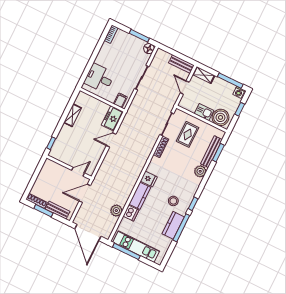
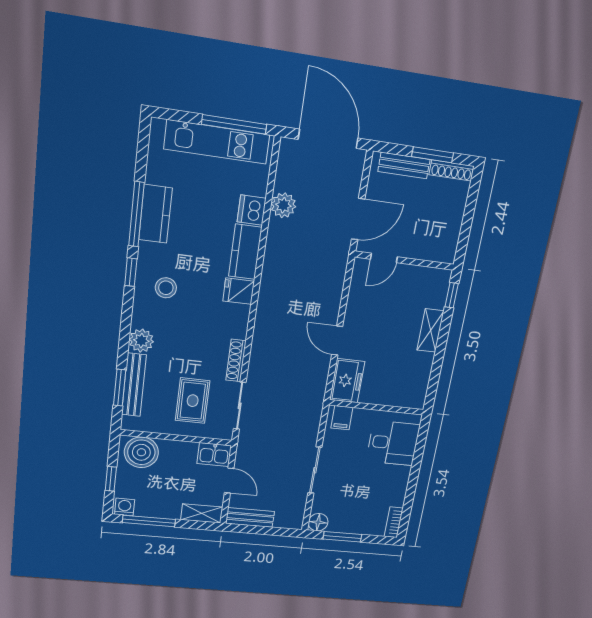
kitchen sink: (204, 112) -> (214, 454), moved
shelving: (73, 115) -> (430, 330), moved
door: (111, 140) -> (337, 341), swing flipped
stool: (173, 201) -> (166, 288), moved

